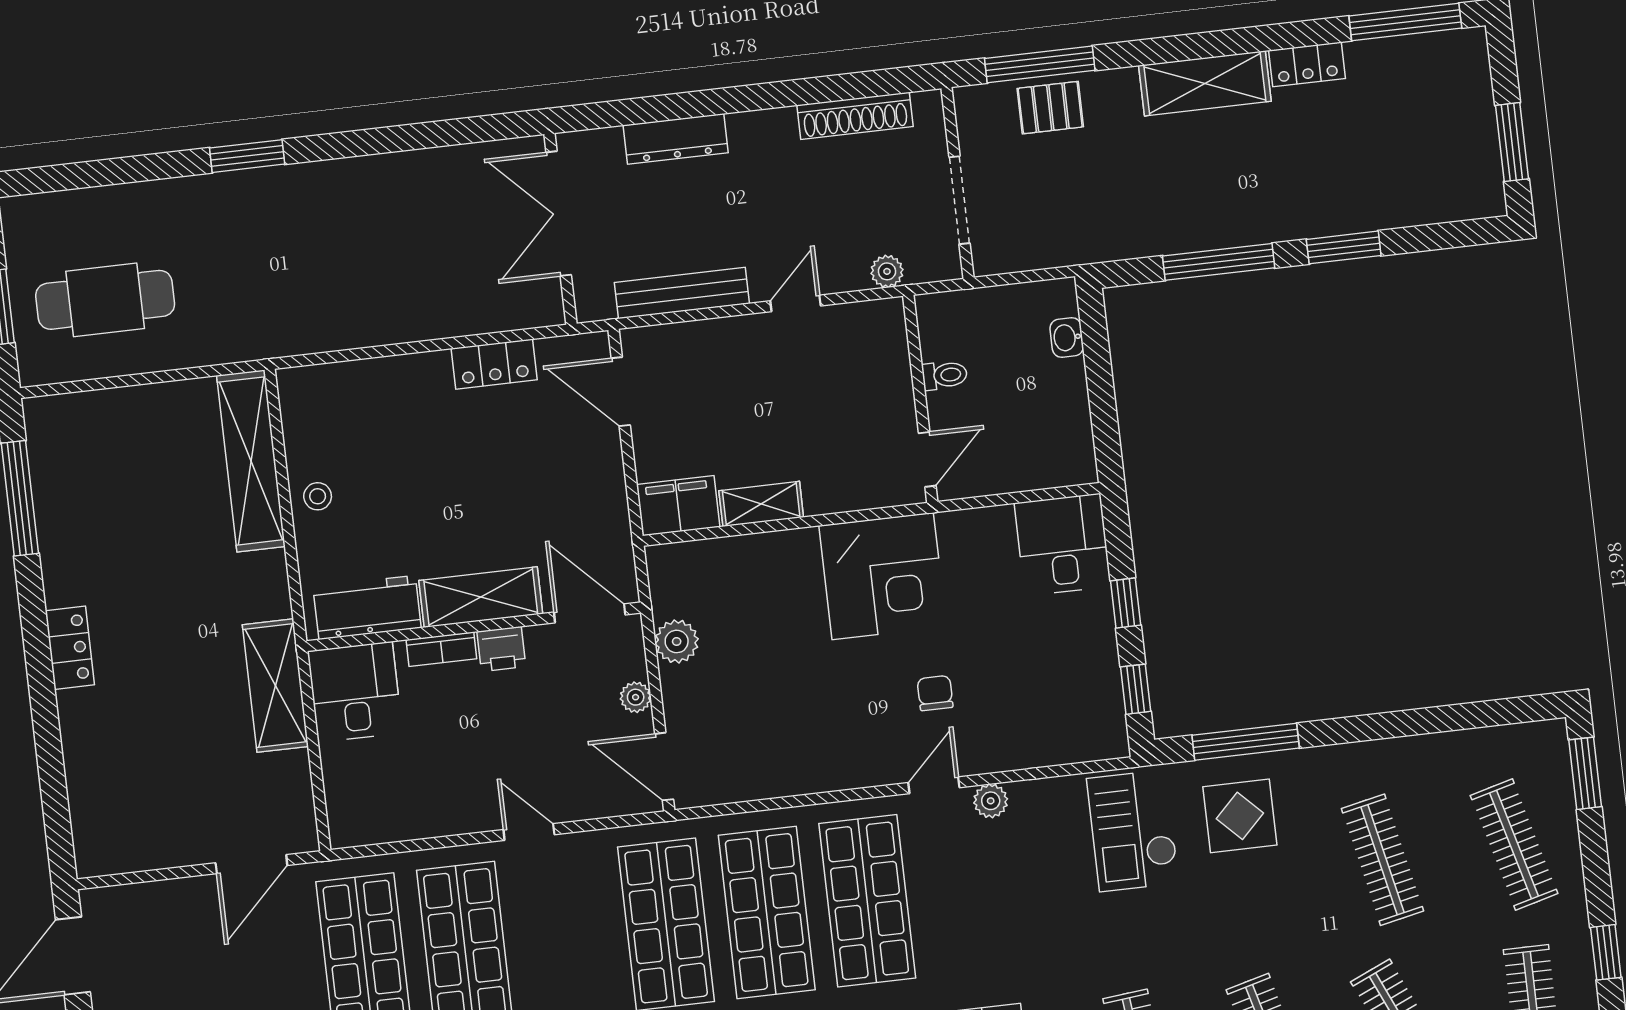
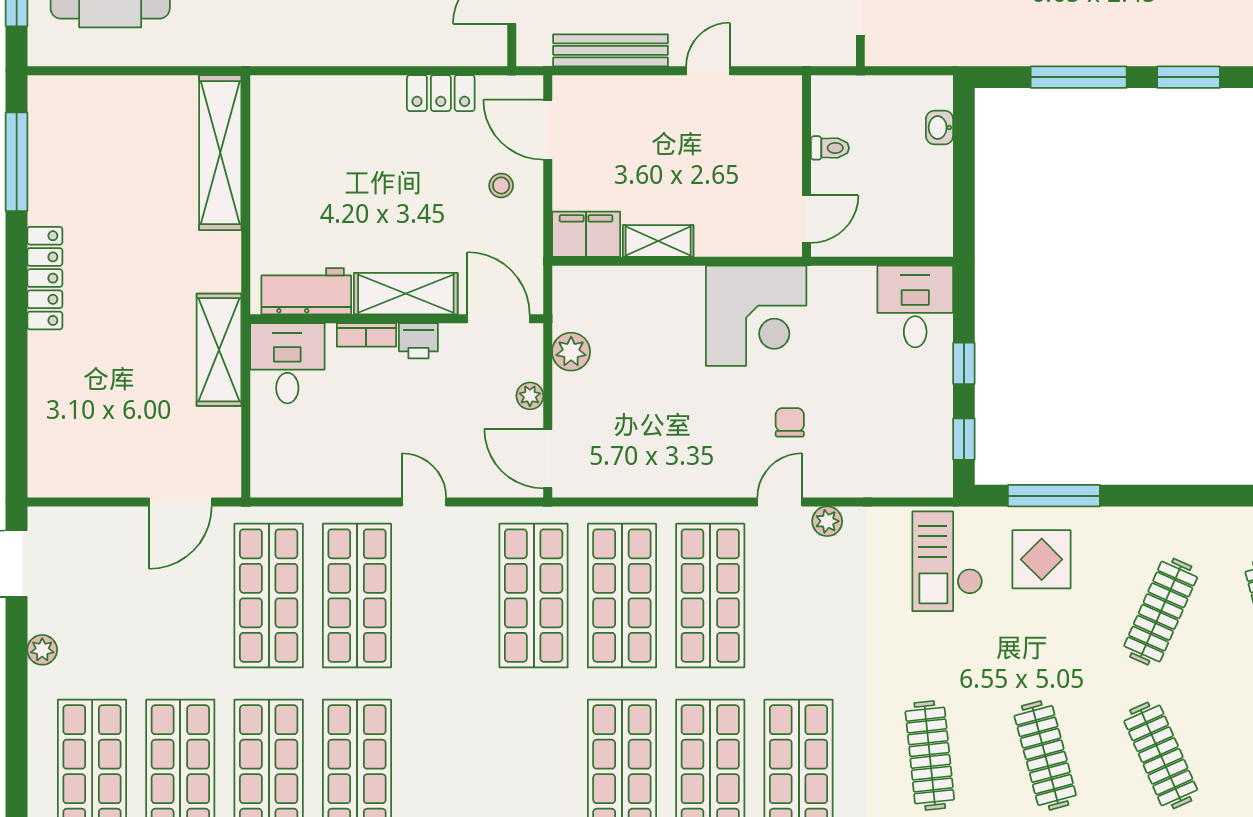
plant: (887, 271) -> (790, 52), removed
stool: (318, 496) -> (501, 185), moved
locker: (70, 648) -> (45, 278), width x1.53
clothes rail: (1383, 860) -> (1161, 612), turned 36

